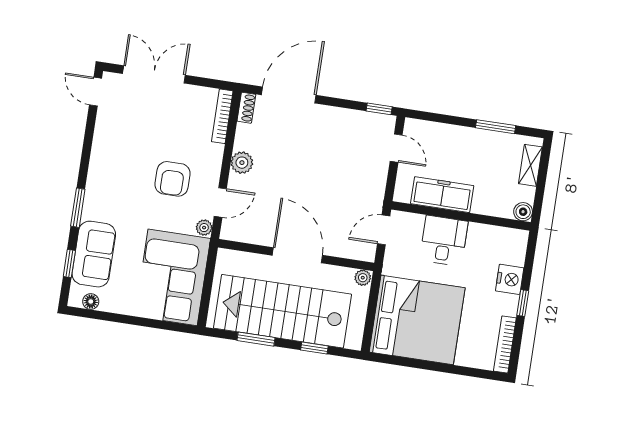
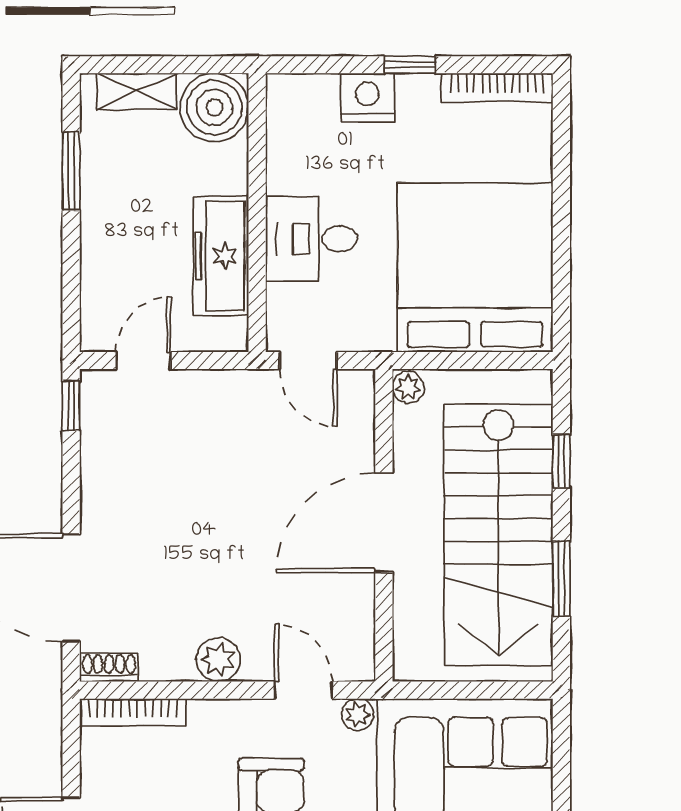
boiler: (523, 212) -> (214, 108), width x1.86, depth x1.86

